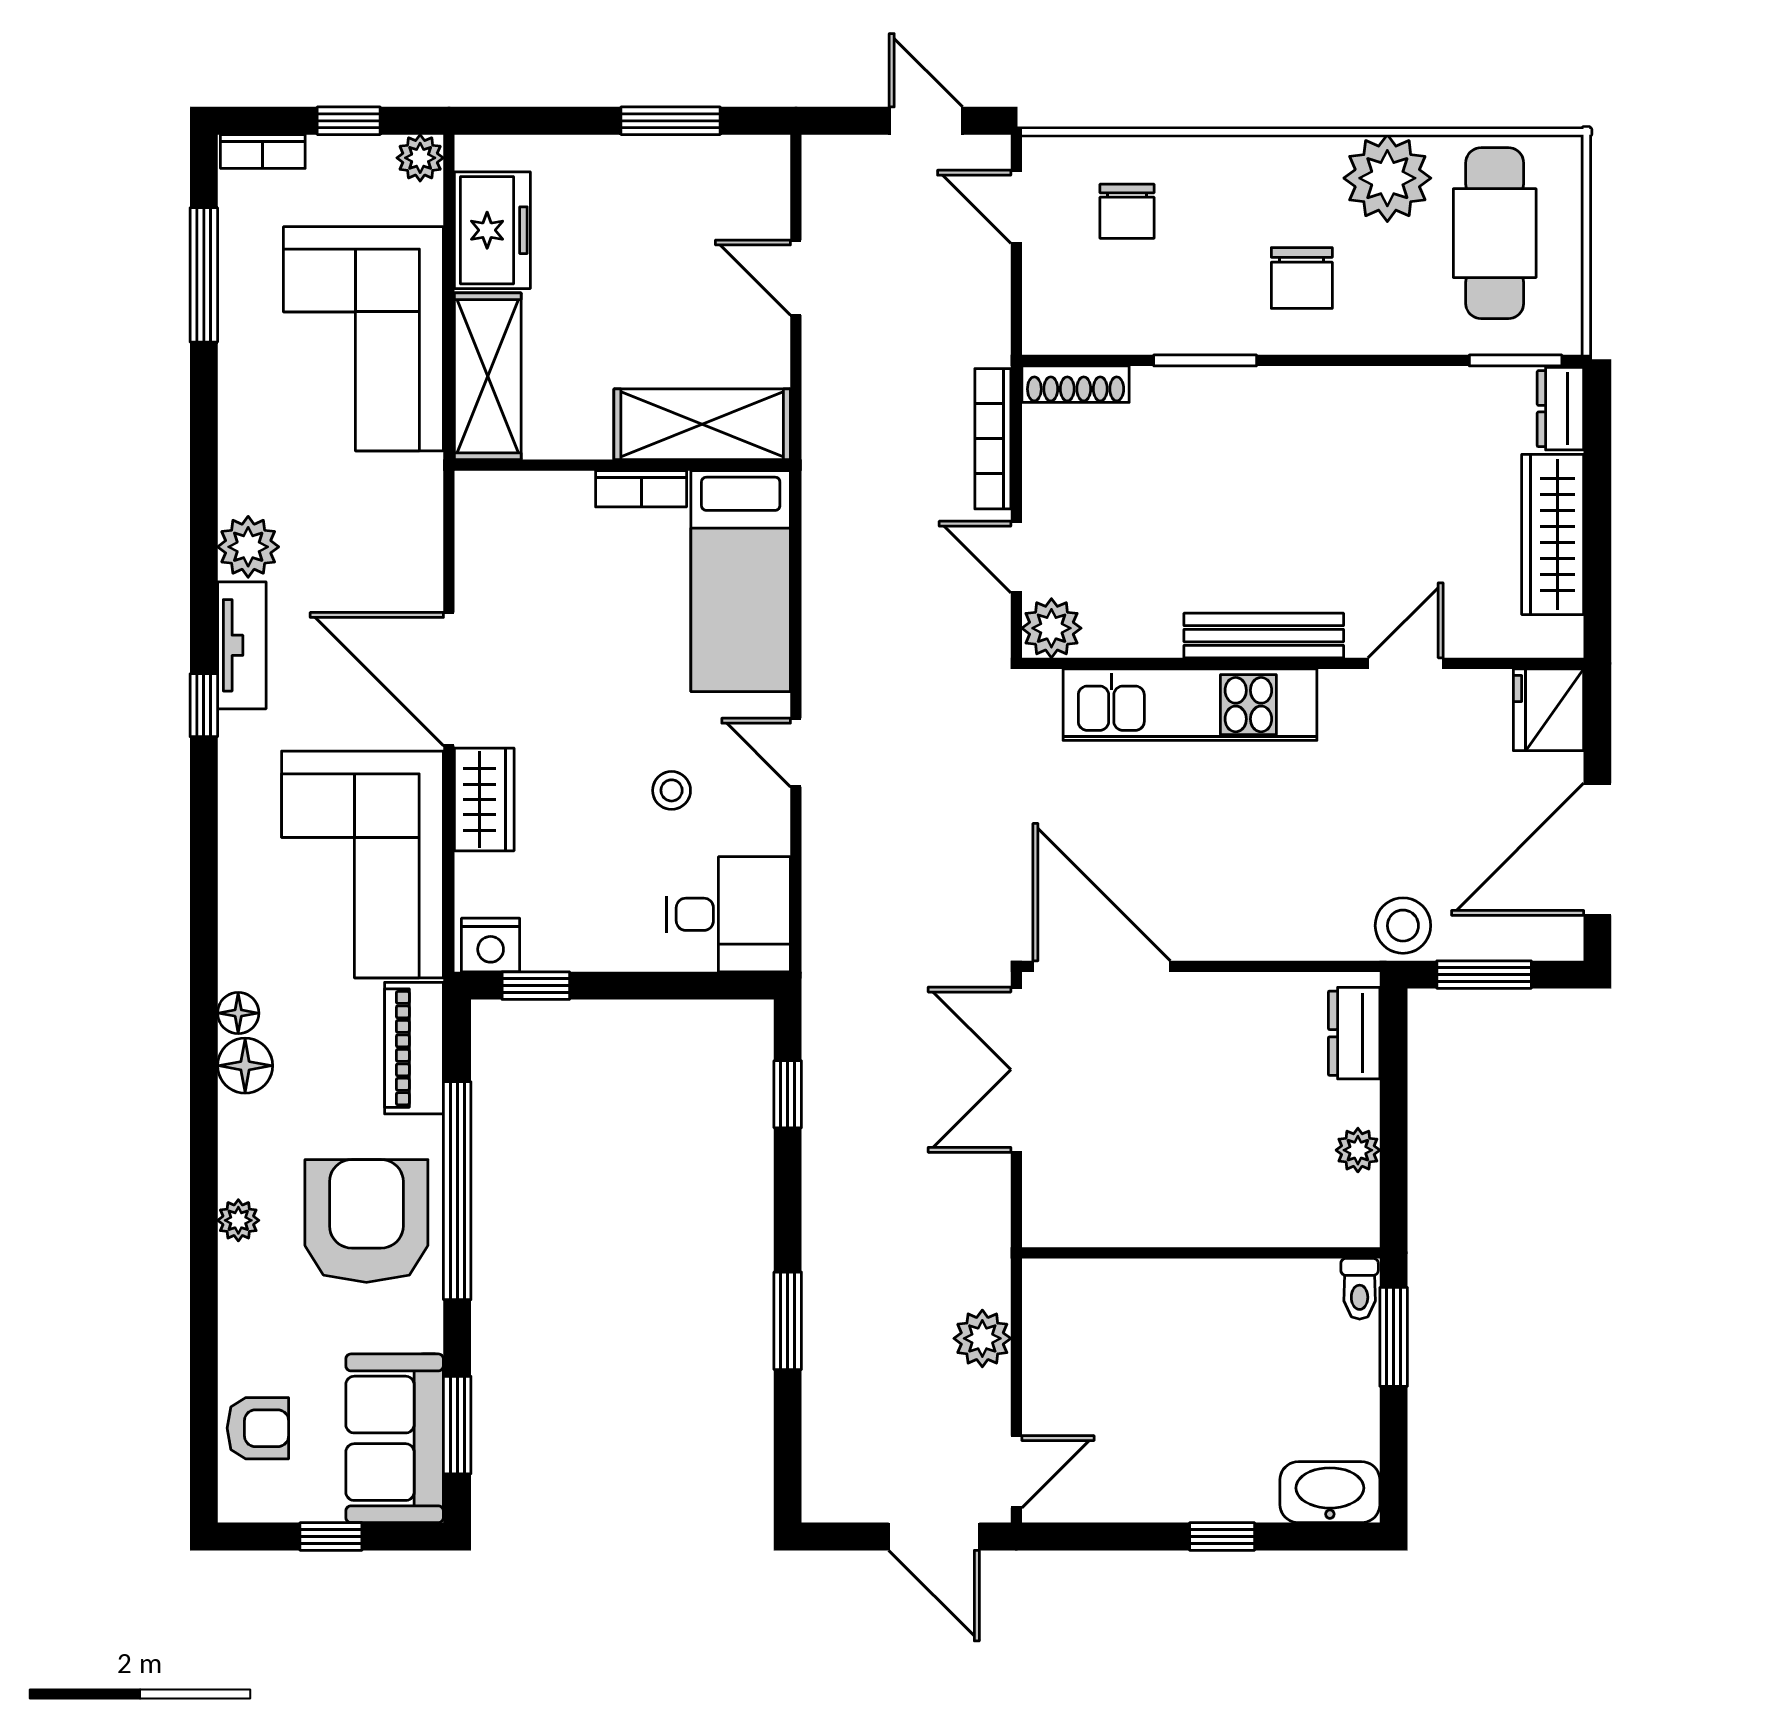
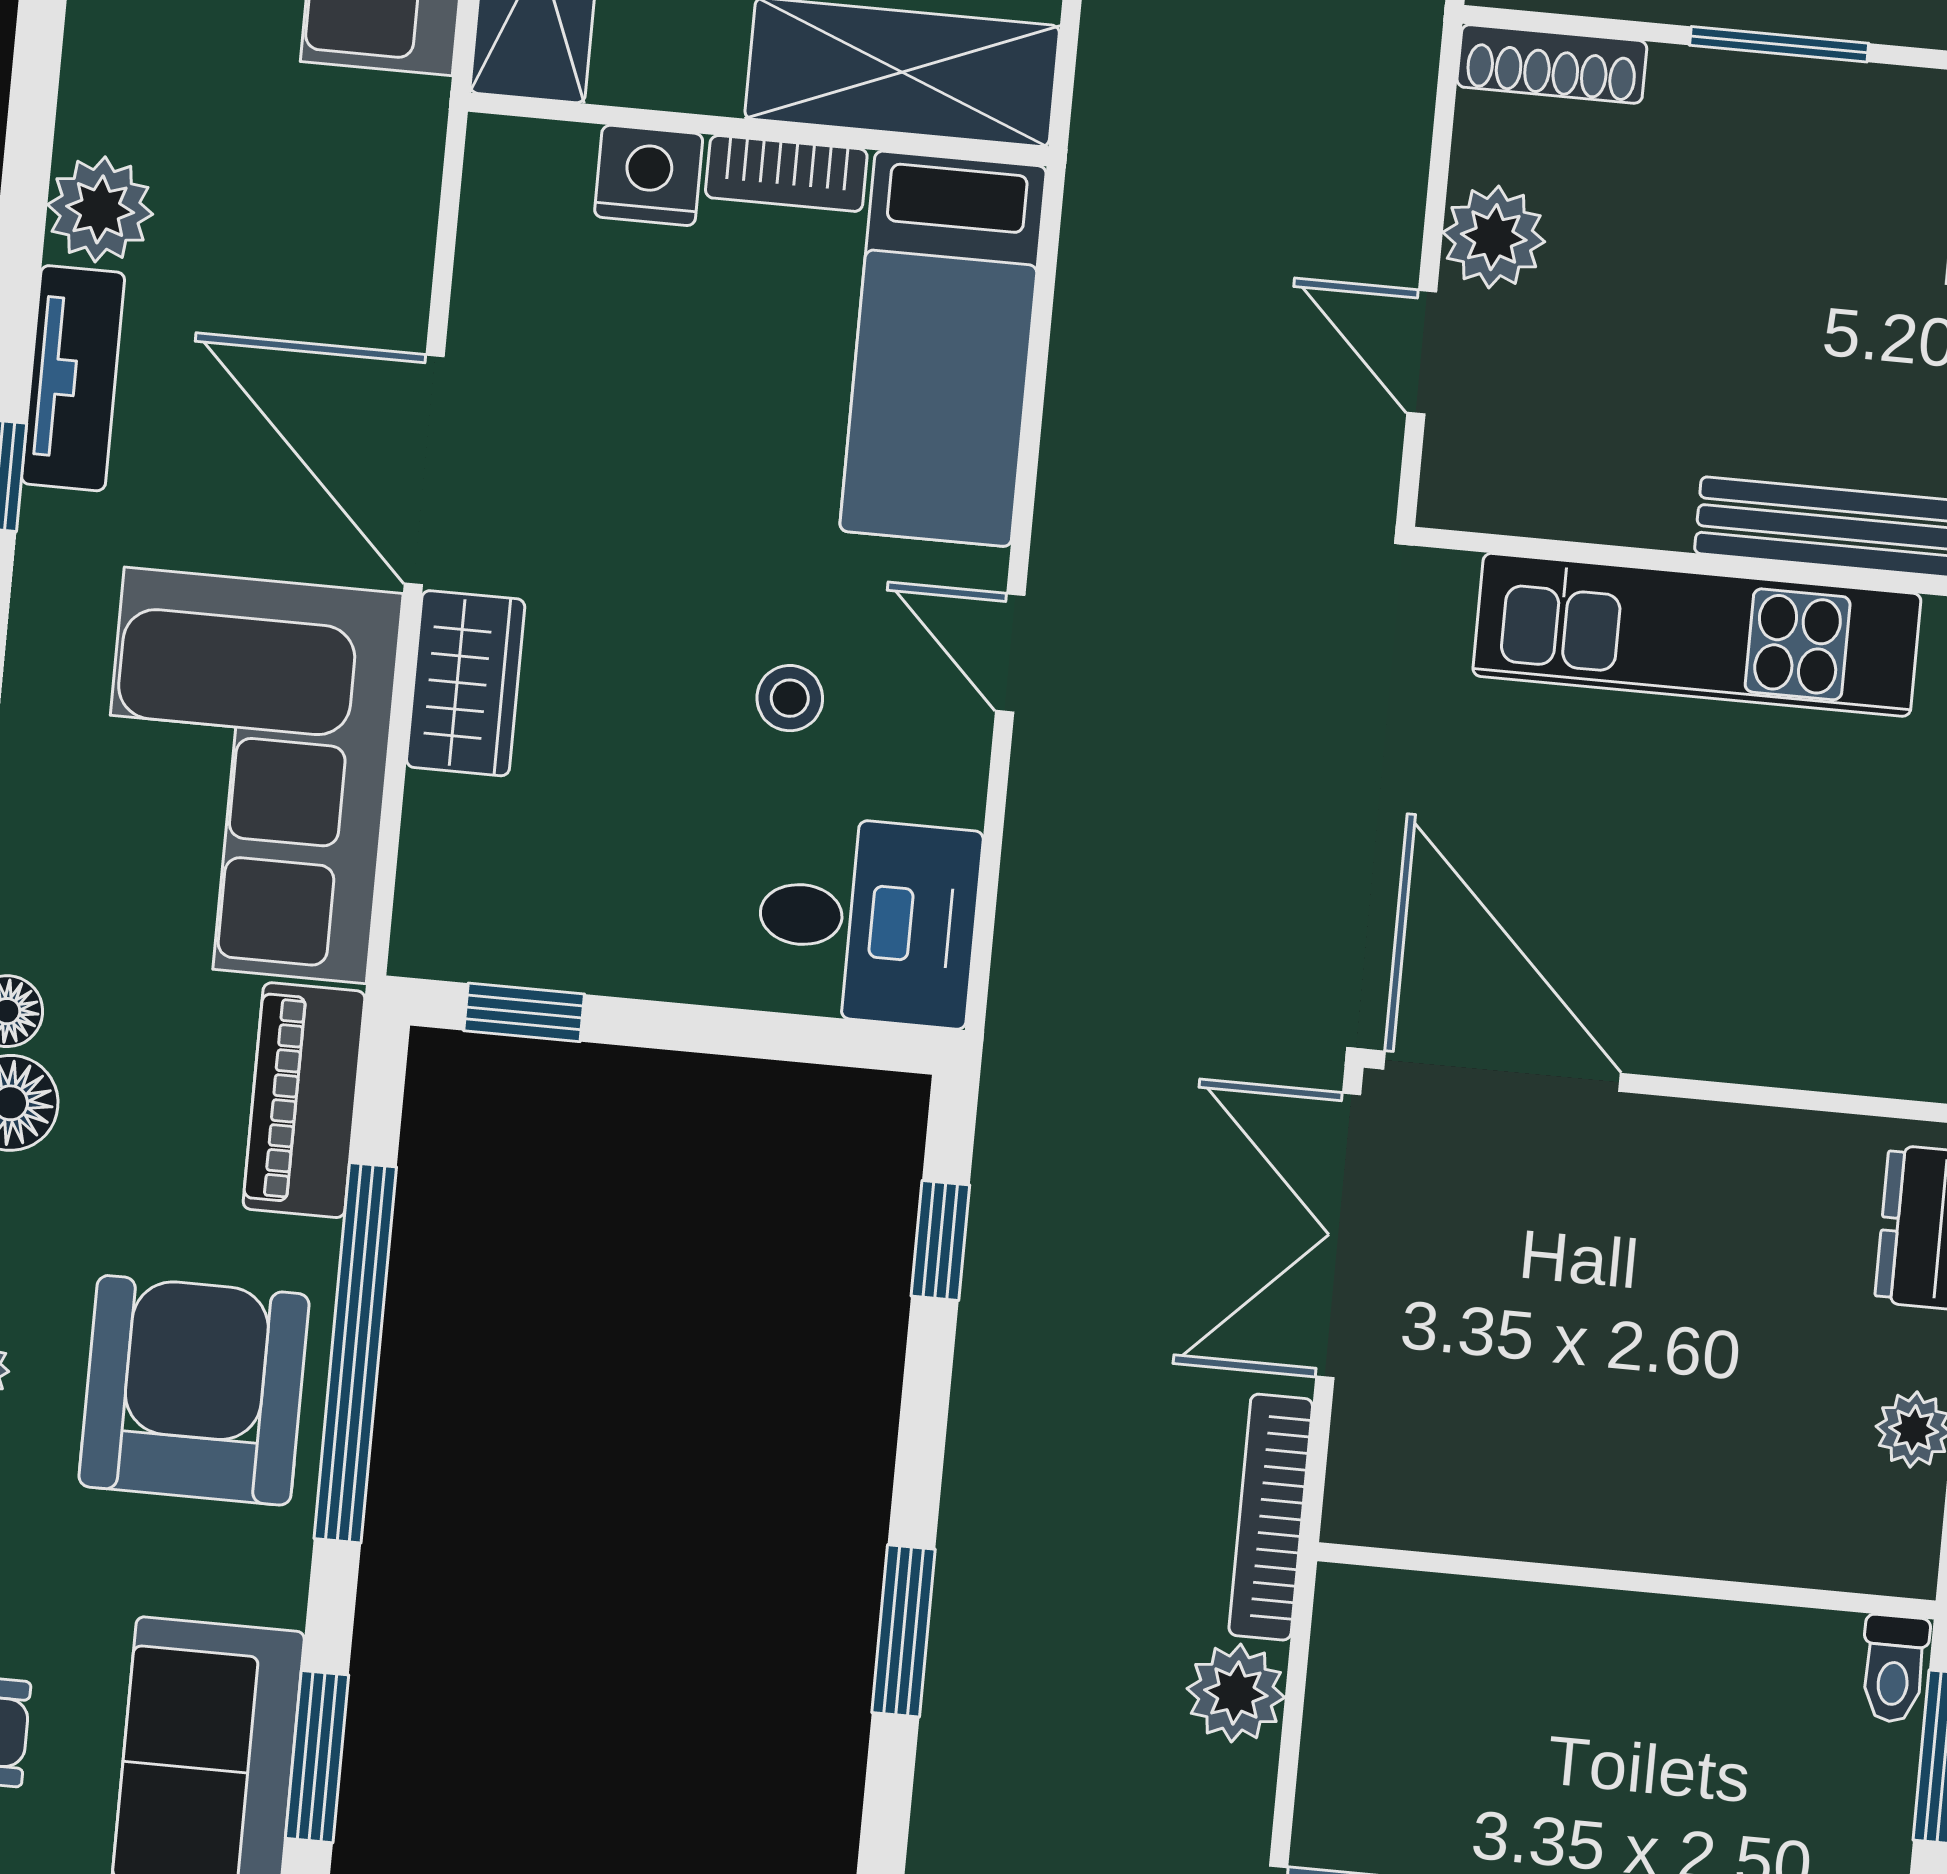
bookcase: (993, 439) -> (1271, 1517), moved
plant: (1051, 628) -> (1494, 237), moved
nightstand: (491, 945) -> (649, 175), moved, turned 180

